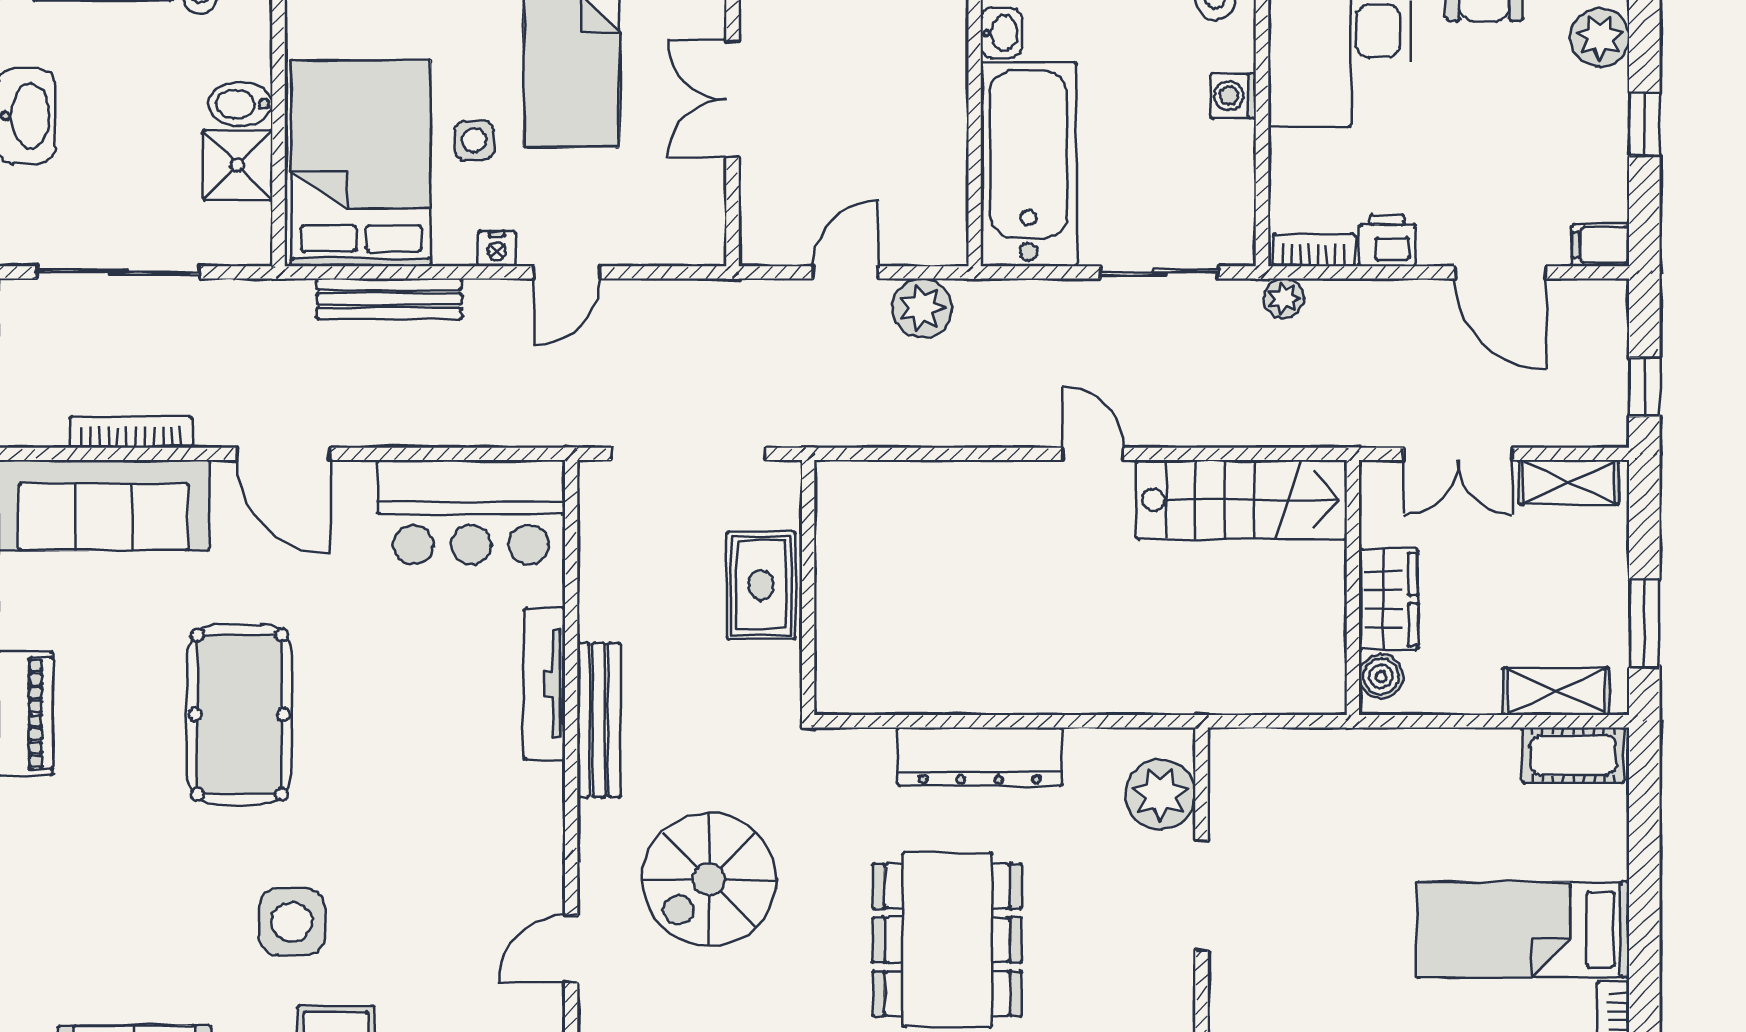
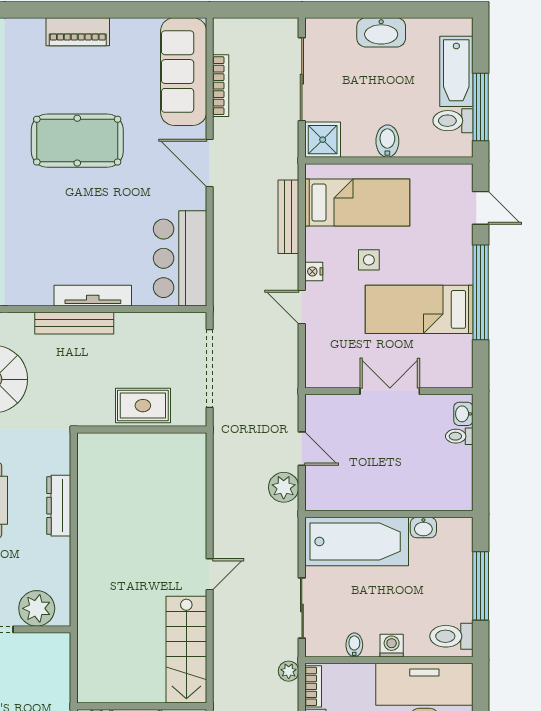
bed: (361, 163) -> (357, 202), width x0.67
shower: (237, 165) -> (323, 140), moved
bidet: (1232, 169) -> (354, 645), added
door: (283, 454) -> (210, 163), hinge flipped
dresser: (980, 757) -> (59, 506), width x0.73, depth x0.80

